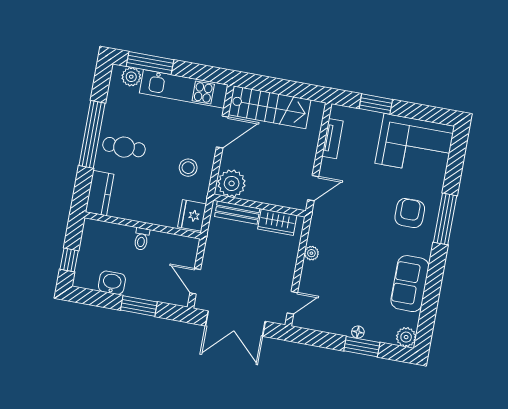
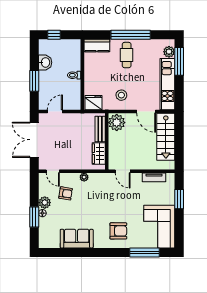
window: (445, 219) -> (145, 252), moved
armchair: (332, 288) -> (66, 193), added
plant: (406, 337) -> (45, 203), moved

